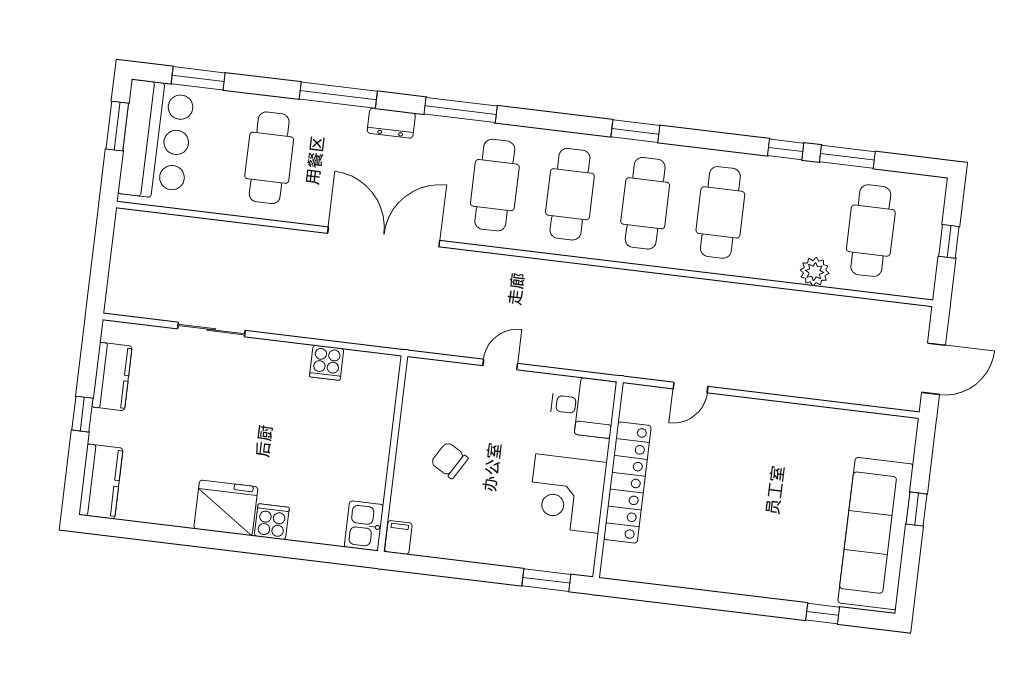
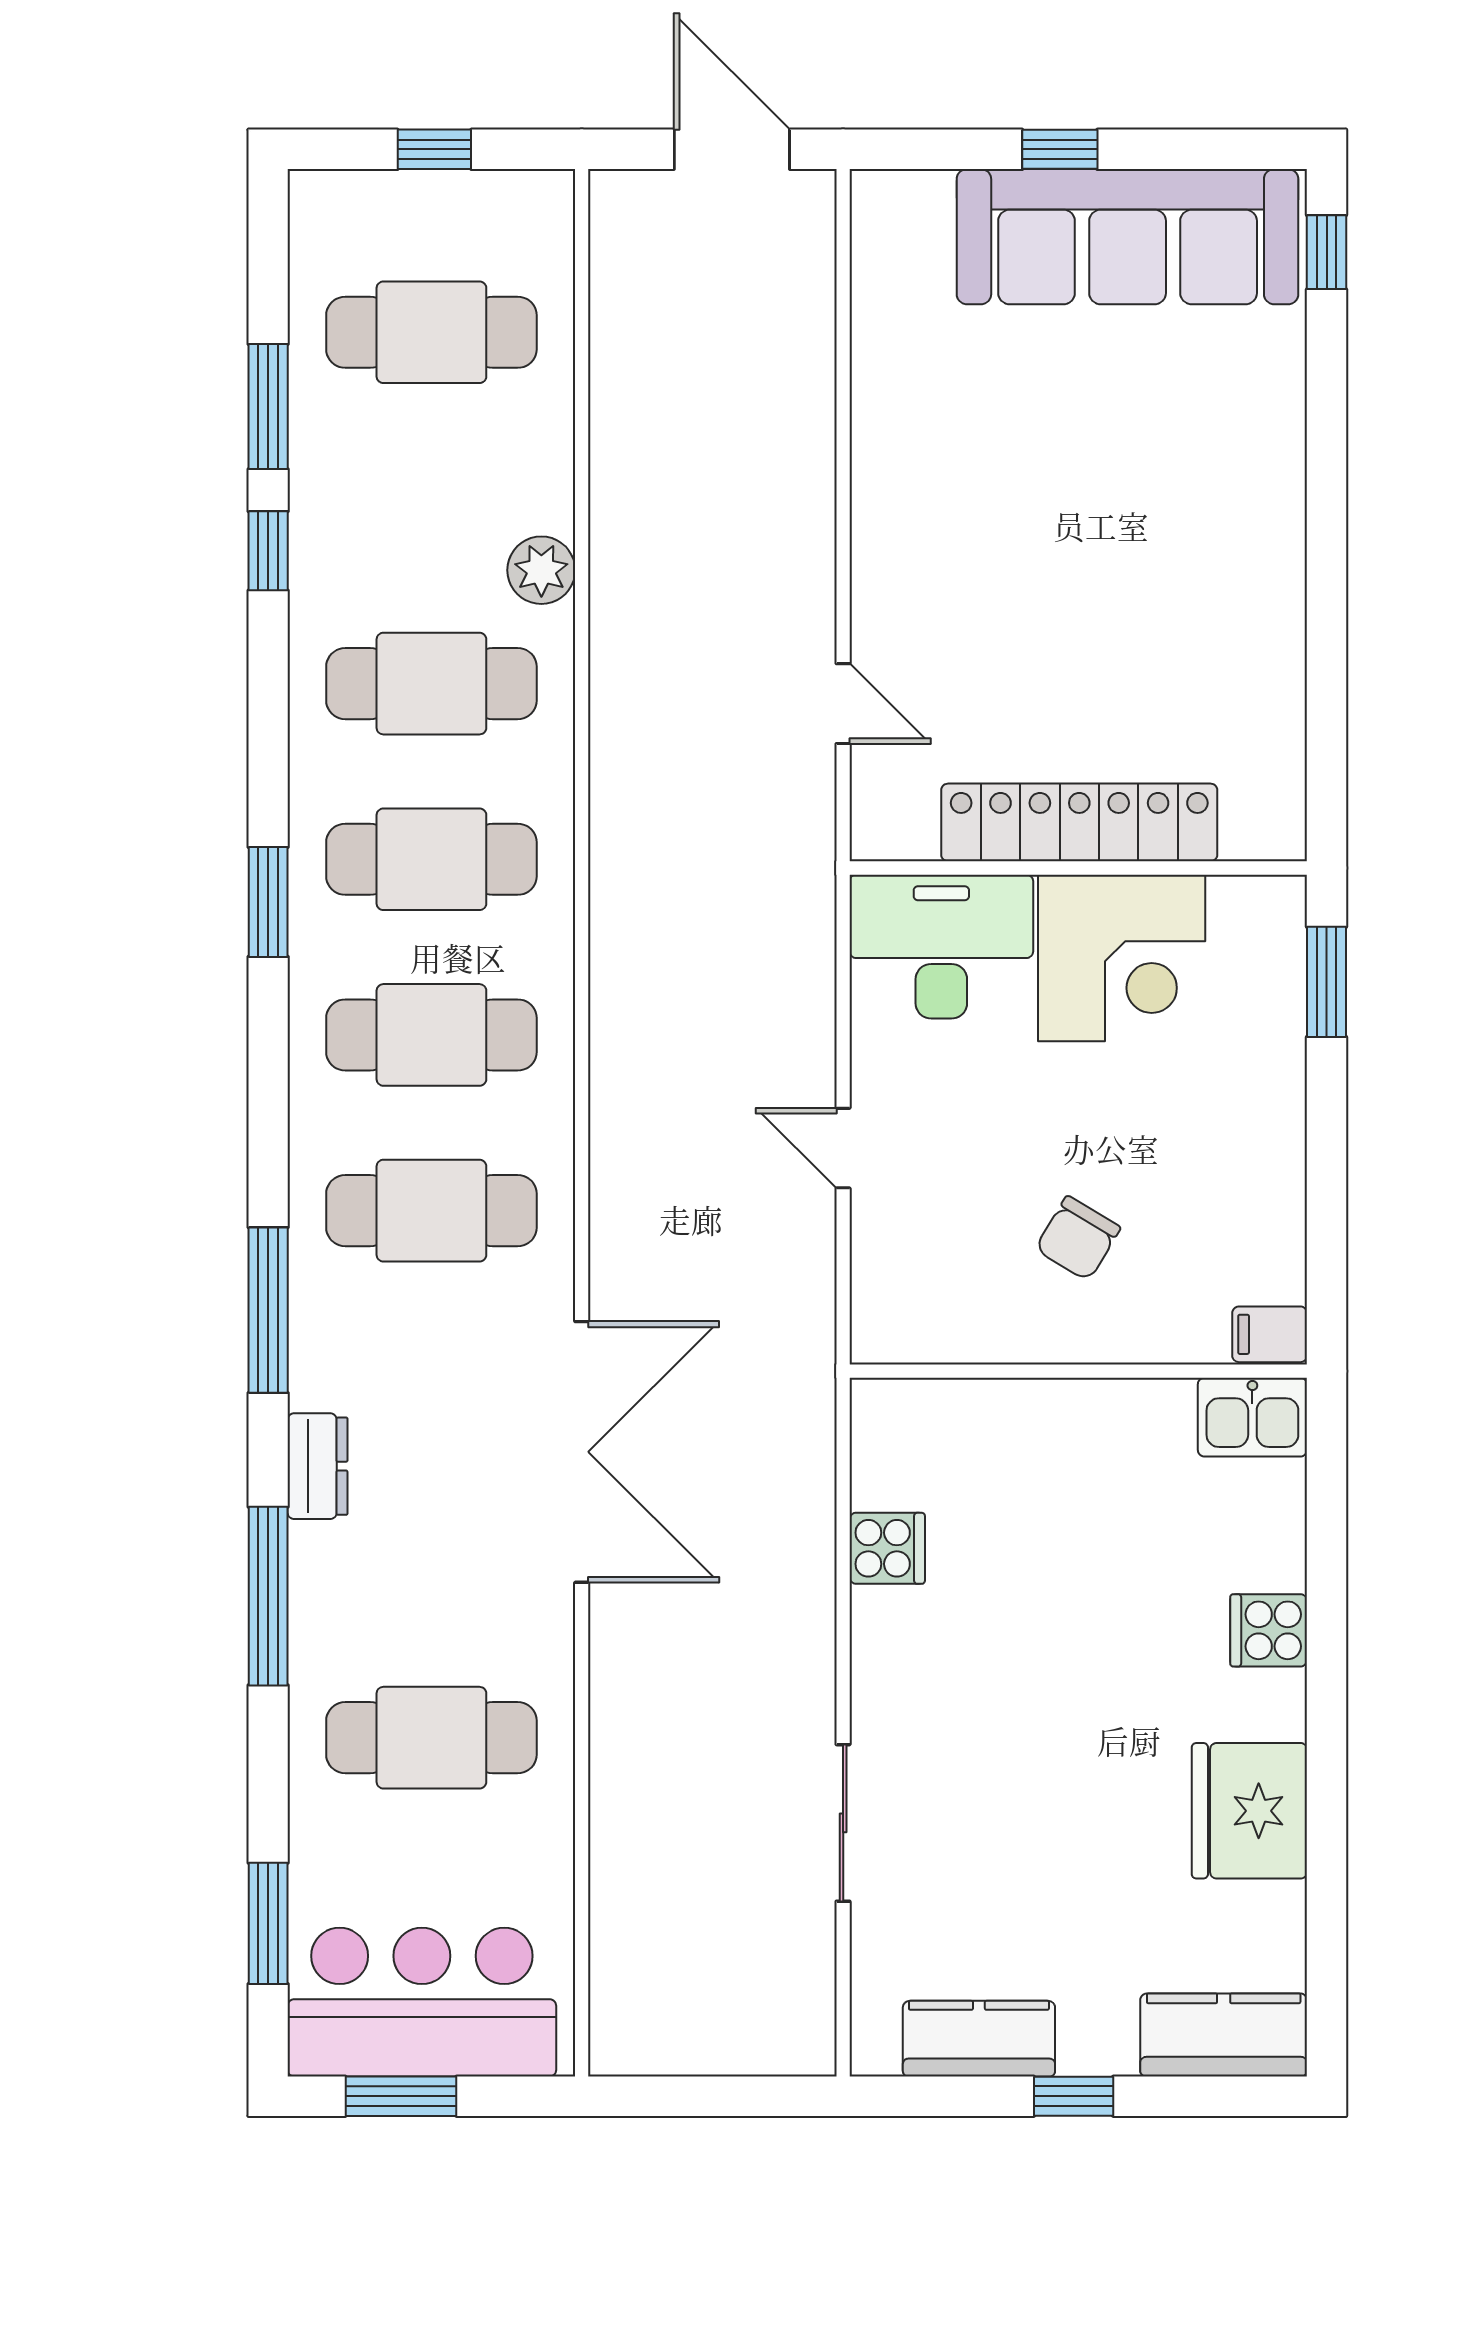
double door: (384, 237) -> (582, 1452), swing flipped
plant: (815, 272) -> (541, 570), moved
desk: (583, 406) -> (941, 947), width x1.37
fridge: (226, 508) -> (1249, 1811), moved
window: (823, 614) -> (1327, 252), moved

